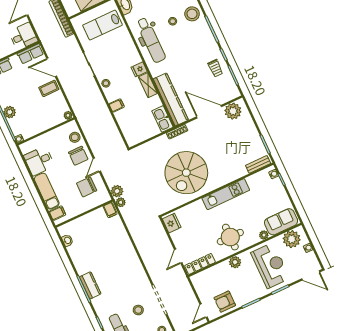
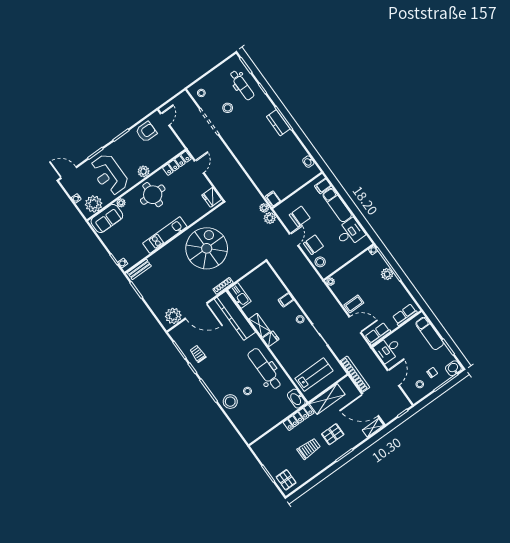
chair: (78, 156) -> (313, 245), turned 90

